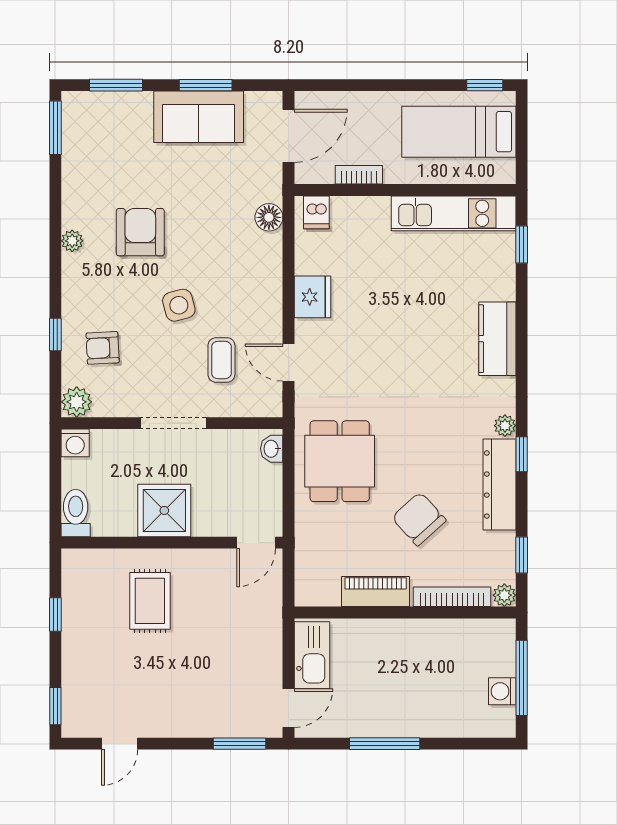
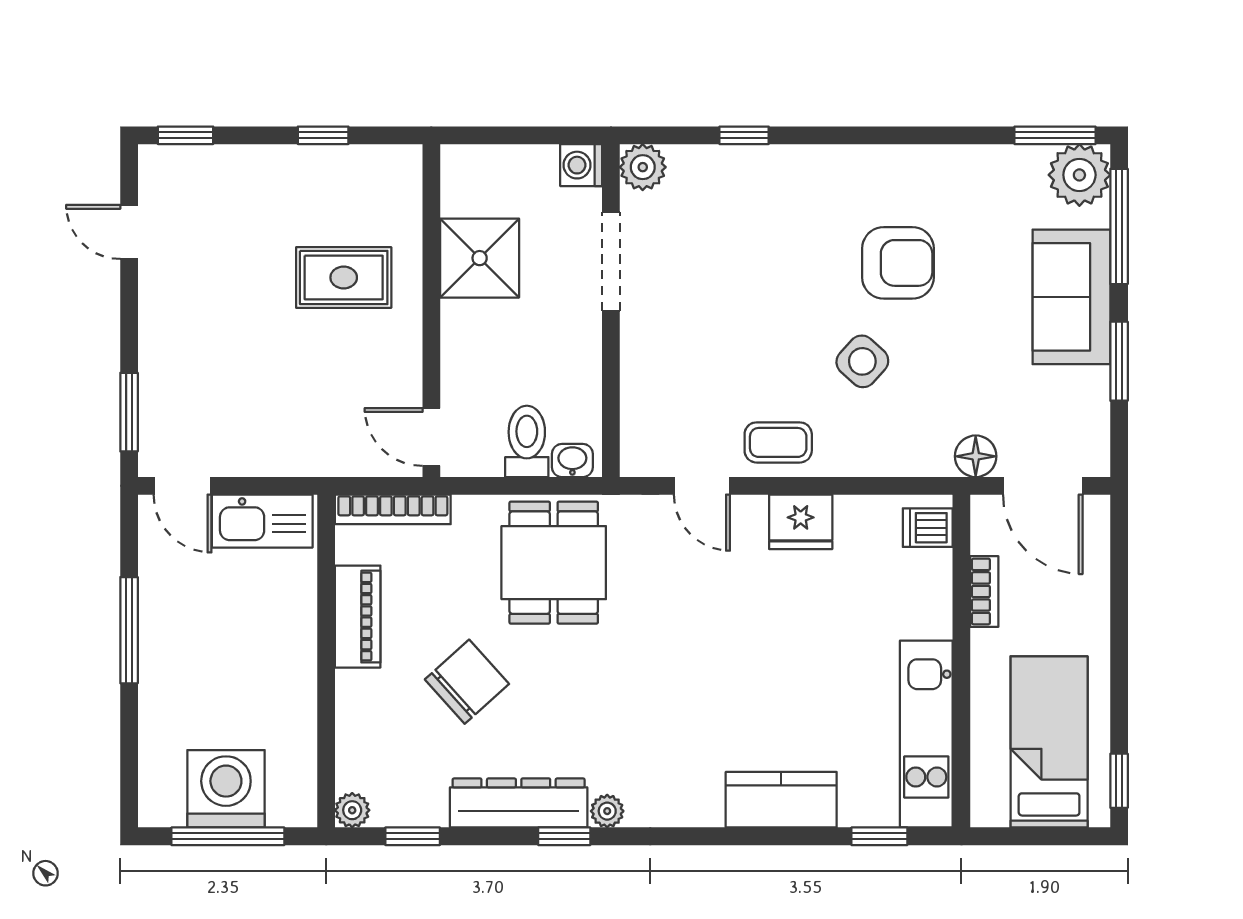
window: (116, 85) -> (1119, 226), width x1.44
sofa: (199, 117) -> (1071, 297), moved
floor lamp: (269, 217) -> (976, 456), moved
plant: (72, 241) -> (1079, 175), moved, width x1.87, depth x1.87
side table: (179, 305) -> (862, 361), moved, turned -33
kitchen counter: (497, 339) -> (781, 800), moved
armchair: (103, 348) -> (724, 206), removed
coffee table: (221, 360) -> (778, 442), moved
door: (289, 363) -> (702, 486), swing flipped
doorway: (173, 423) -> (611, 262), moved
dining table: (340, 461) -> (554, 563), turned 90
shower: (164, 510) -> (480, 258), moved
toilet: (76, 513) -> (527, 441), moved, turned -90
bookcase: (452, 597) -> (393, 509), moved, turned 90
washing machine: (502, 691) -> (226, 789), width x1.89, depth x1.89

